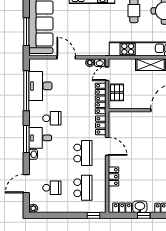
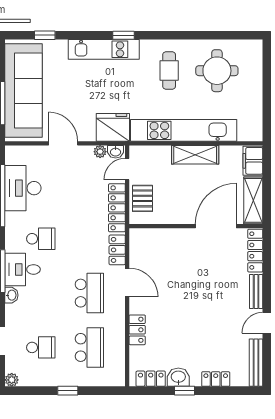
fridge: (98, 47) -> (113, 127), added
window: (94, 215) -> (68, 391), moved

